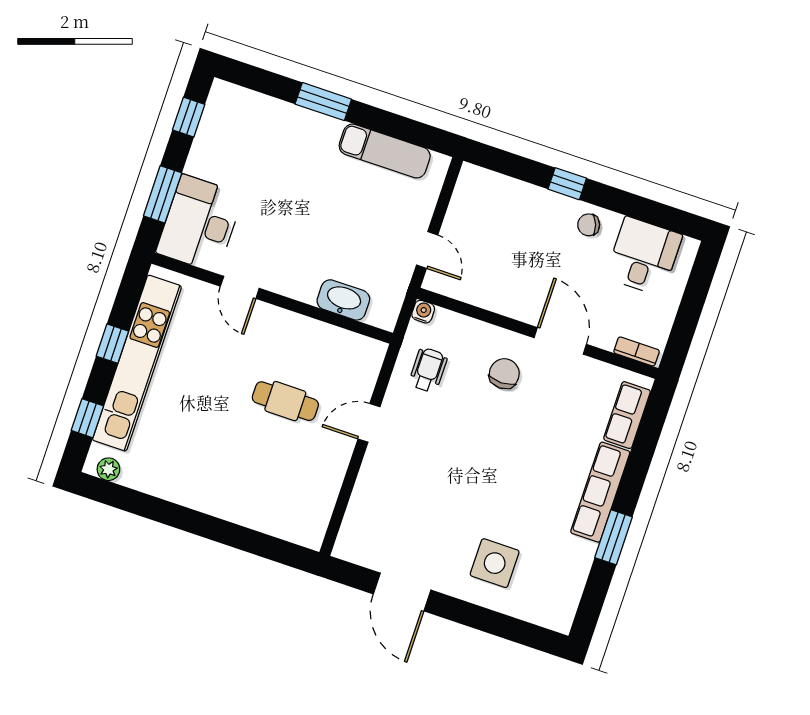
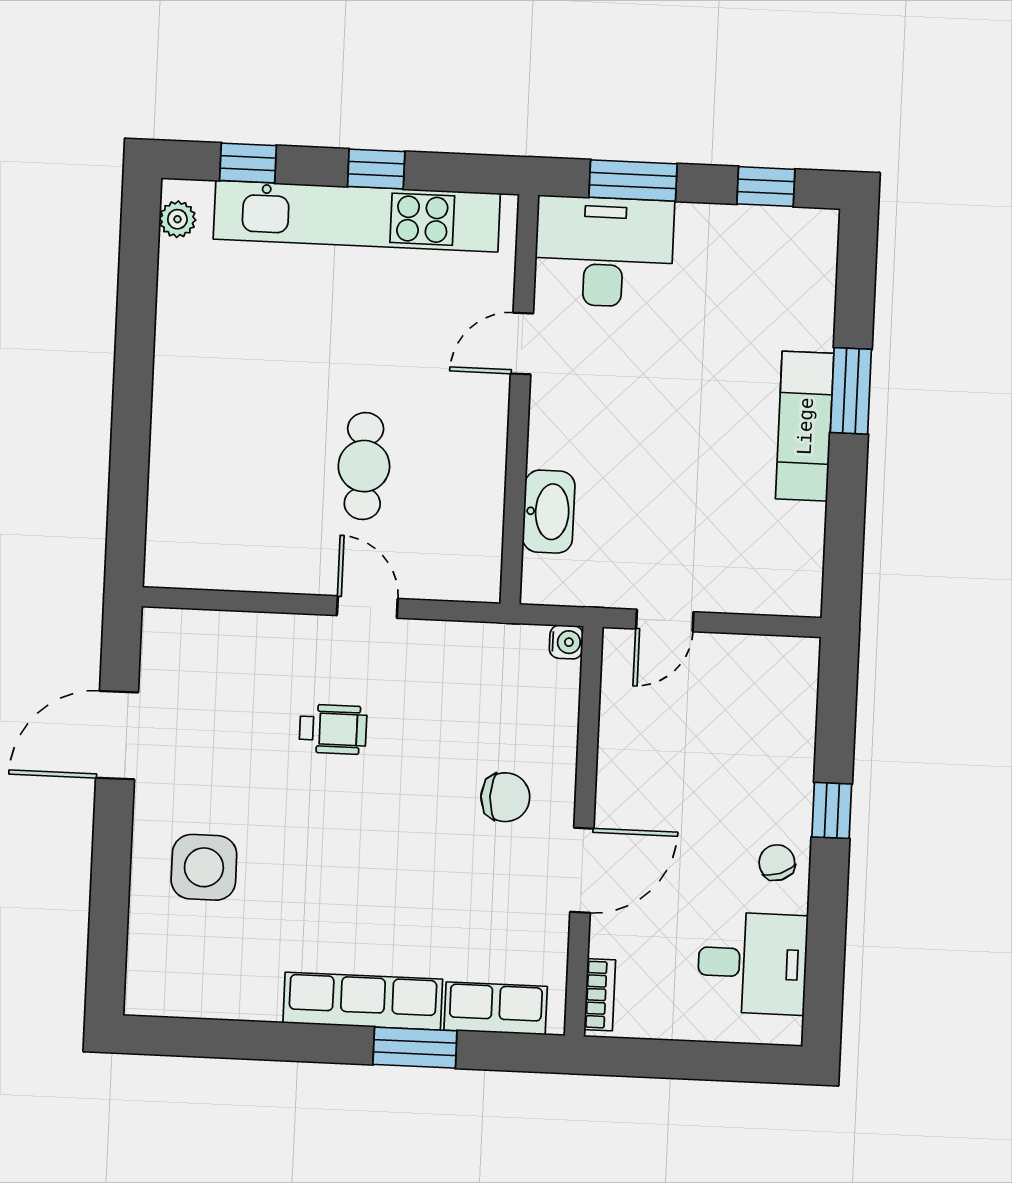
exam couch: (385, 151) -> (805, 426), moved
wheelchair: (428, 370) -> (333, 729), moved
window: (614, 537) -> (415, 1048), moved

